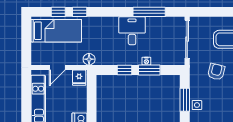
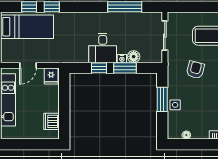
desk: (132, 31) -> (103, 48), moved, turned 180
sliding door: (187, 39) -> (165, 36), width x0.73
floor lamp: (89, 59) -> (134, 57), moved

